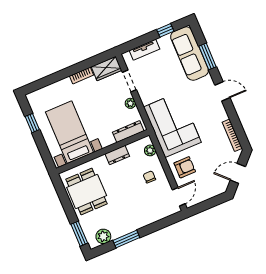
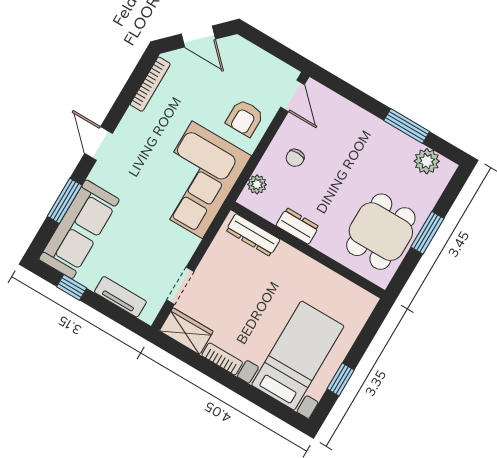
plant: (130, 103) -> (211, 261), removed
bed with nightstands: (69, 132) -> (298, 356), moved, turned 180
armchair: (185, 167) -> (245, 118), turned -90
door: (179, 197) -> (293, 96), swing flipped
window: (79, 234) -> (427, 233), moved

